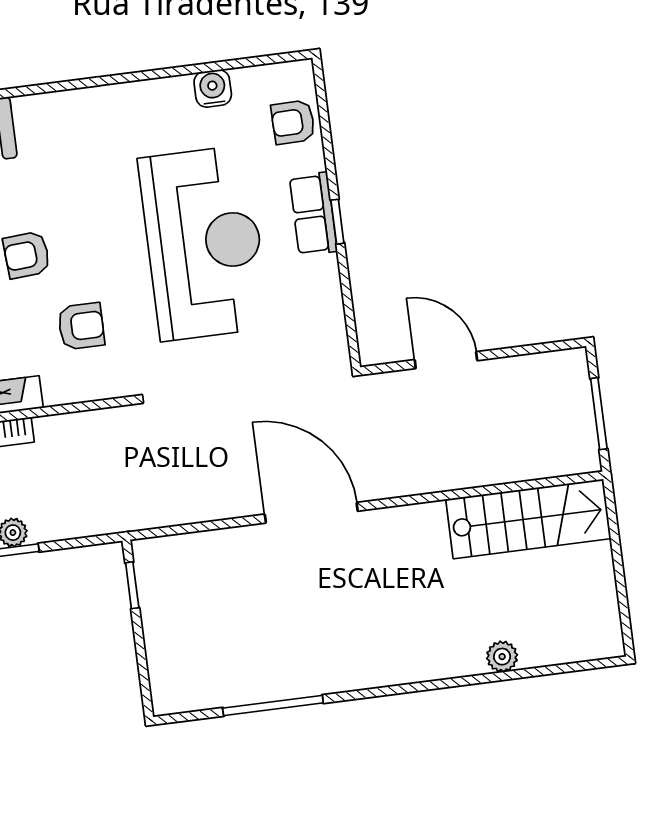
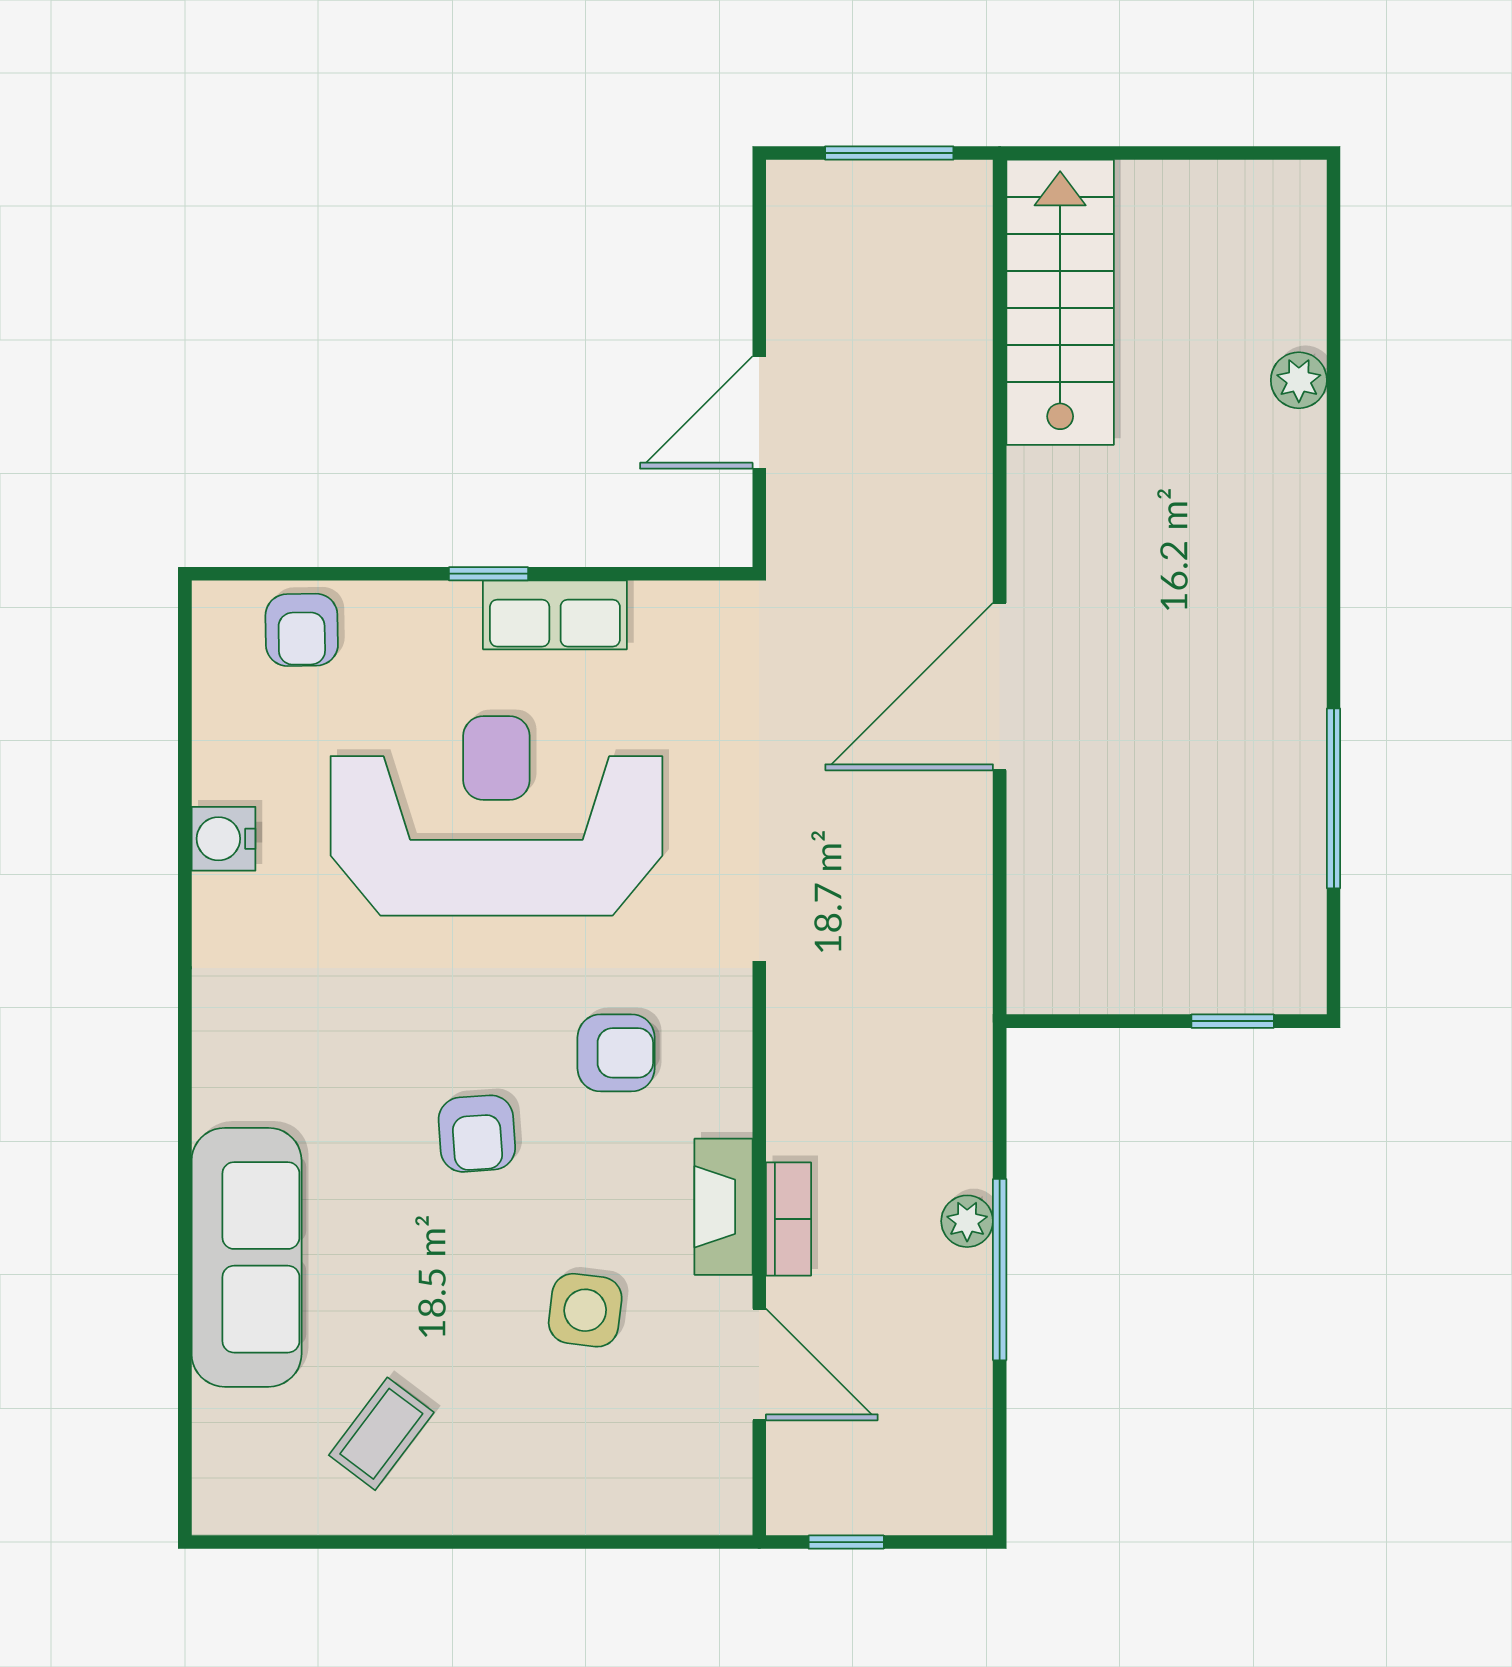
water cooler: (213, 88) -> (223, 839), moved
row of seats: (313, 214) -> (555, 615), moved
armchair: (81, 326) -> (616, 1053), turned 90
window: (132, 585) -> (1233, 1021), moved

